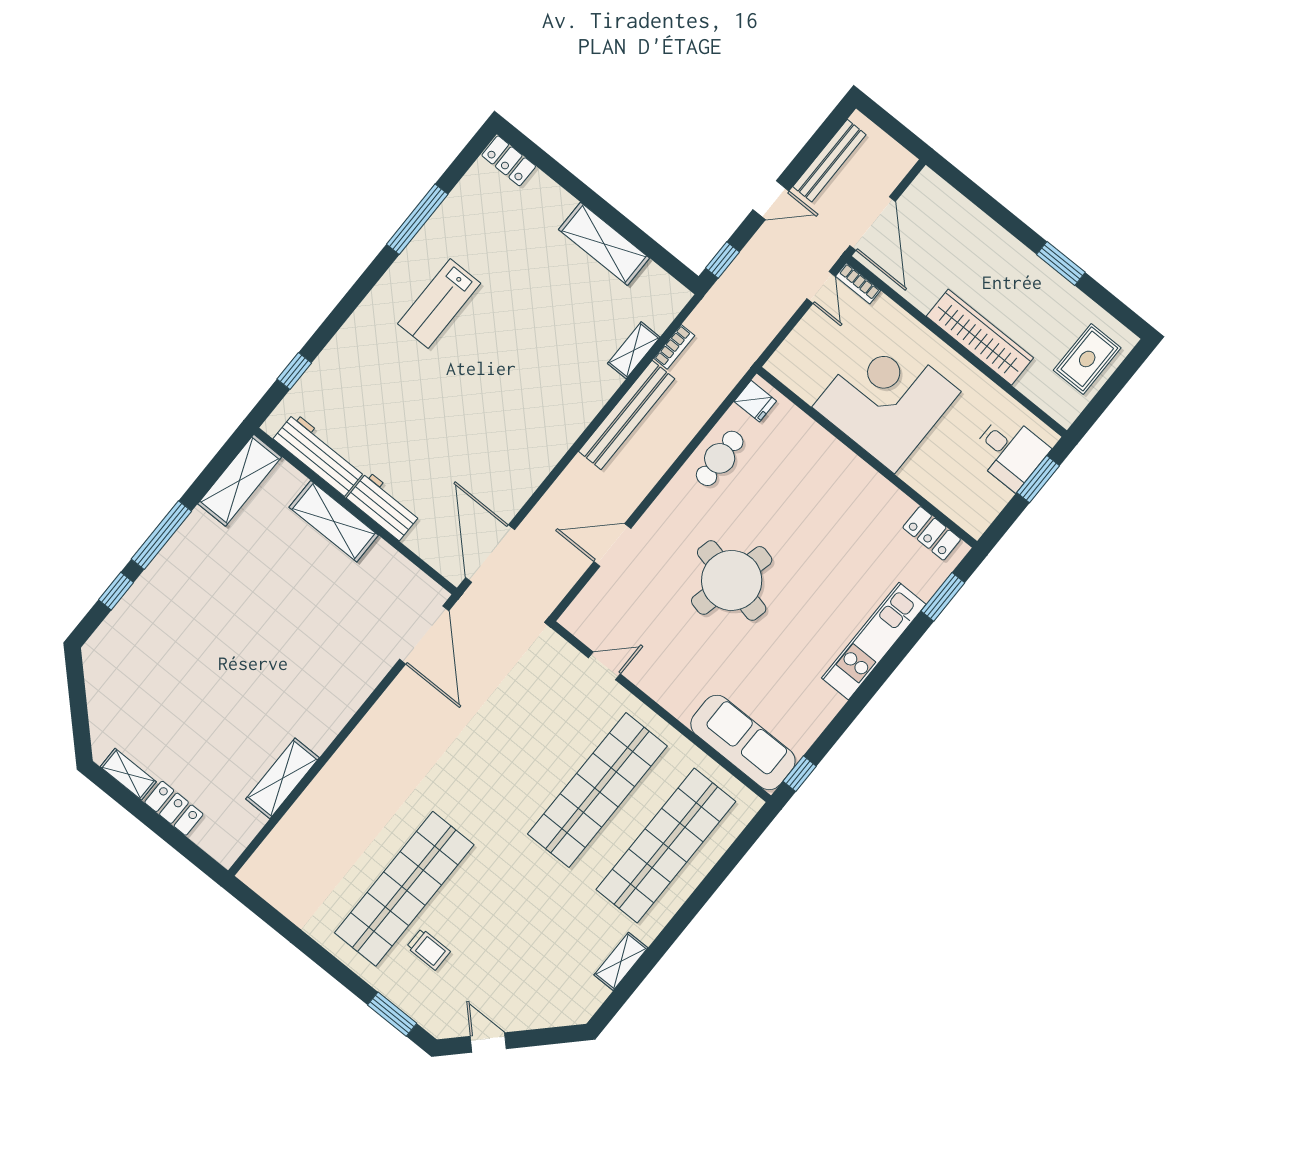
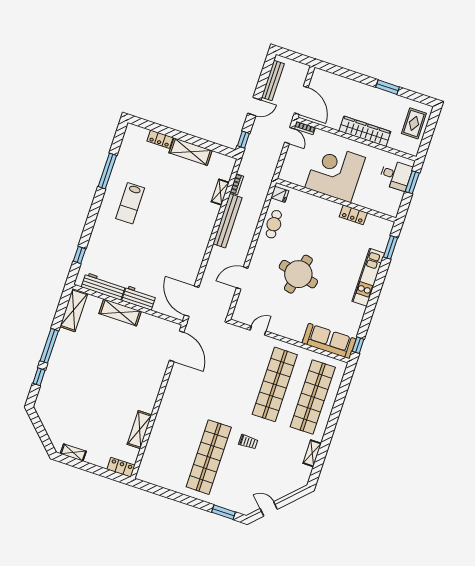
locker: (509, 161) -> (160, 139), moved
locker: (932, 533) -> (353, 215), moved
locker: (174, 808) -> (121, 467), moved
trolley: (428, 949) -> (248, 442), moved

